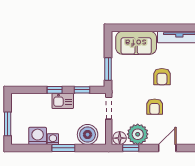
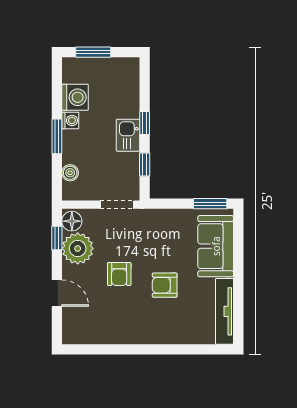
window: (108, 69) -> (210, 204), moved
armchair: (155, 107) -> (119, 274), turned -90
boiler: (88, 135) -> (70, 173), width x0.54, depth x0.54

